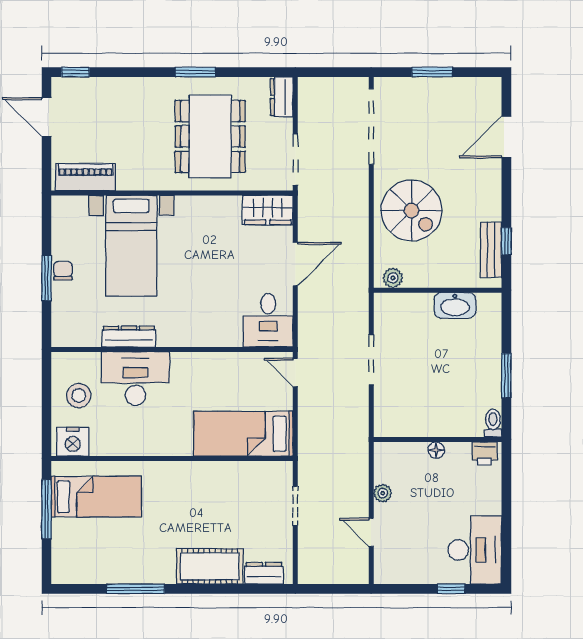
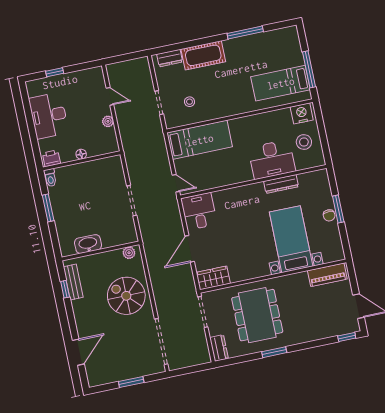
stool: (247, 497) -> (189, 102), added
desk: (475, 550) -> (49, 116), moved

